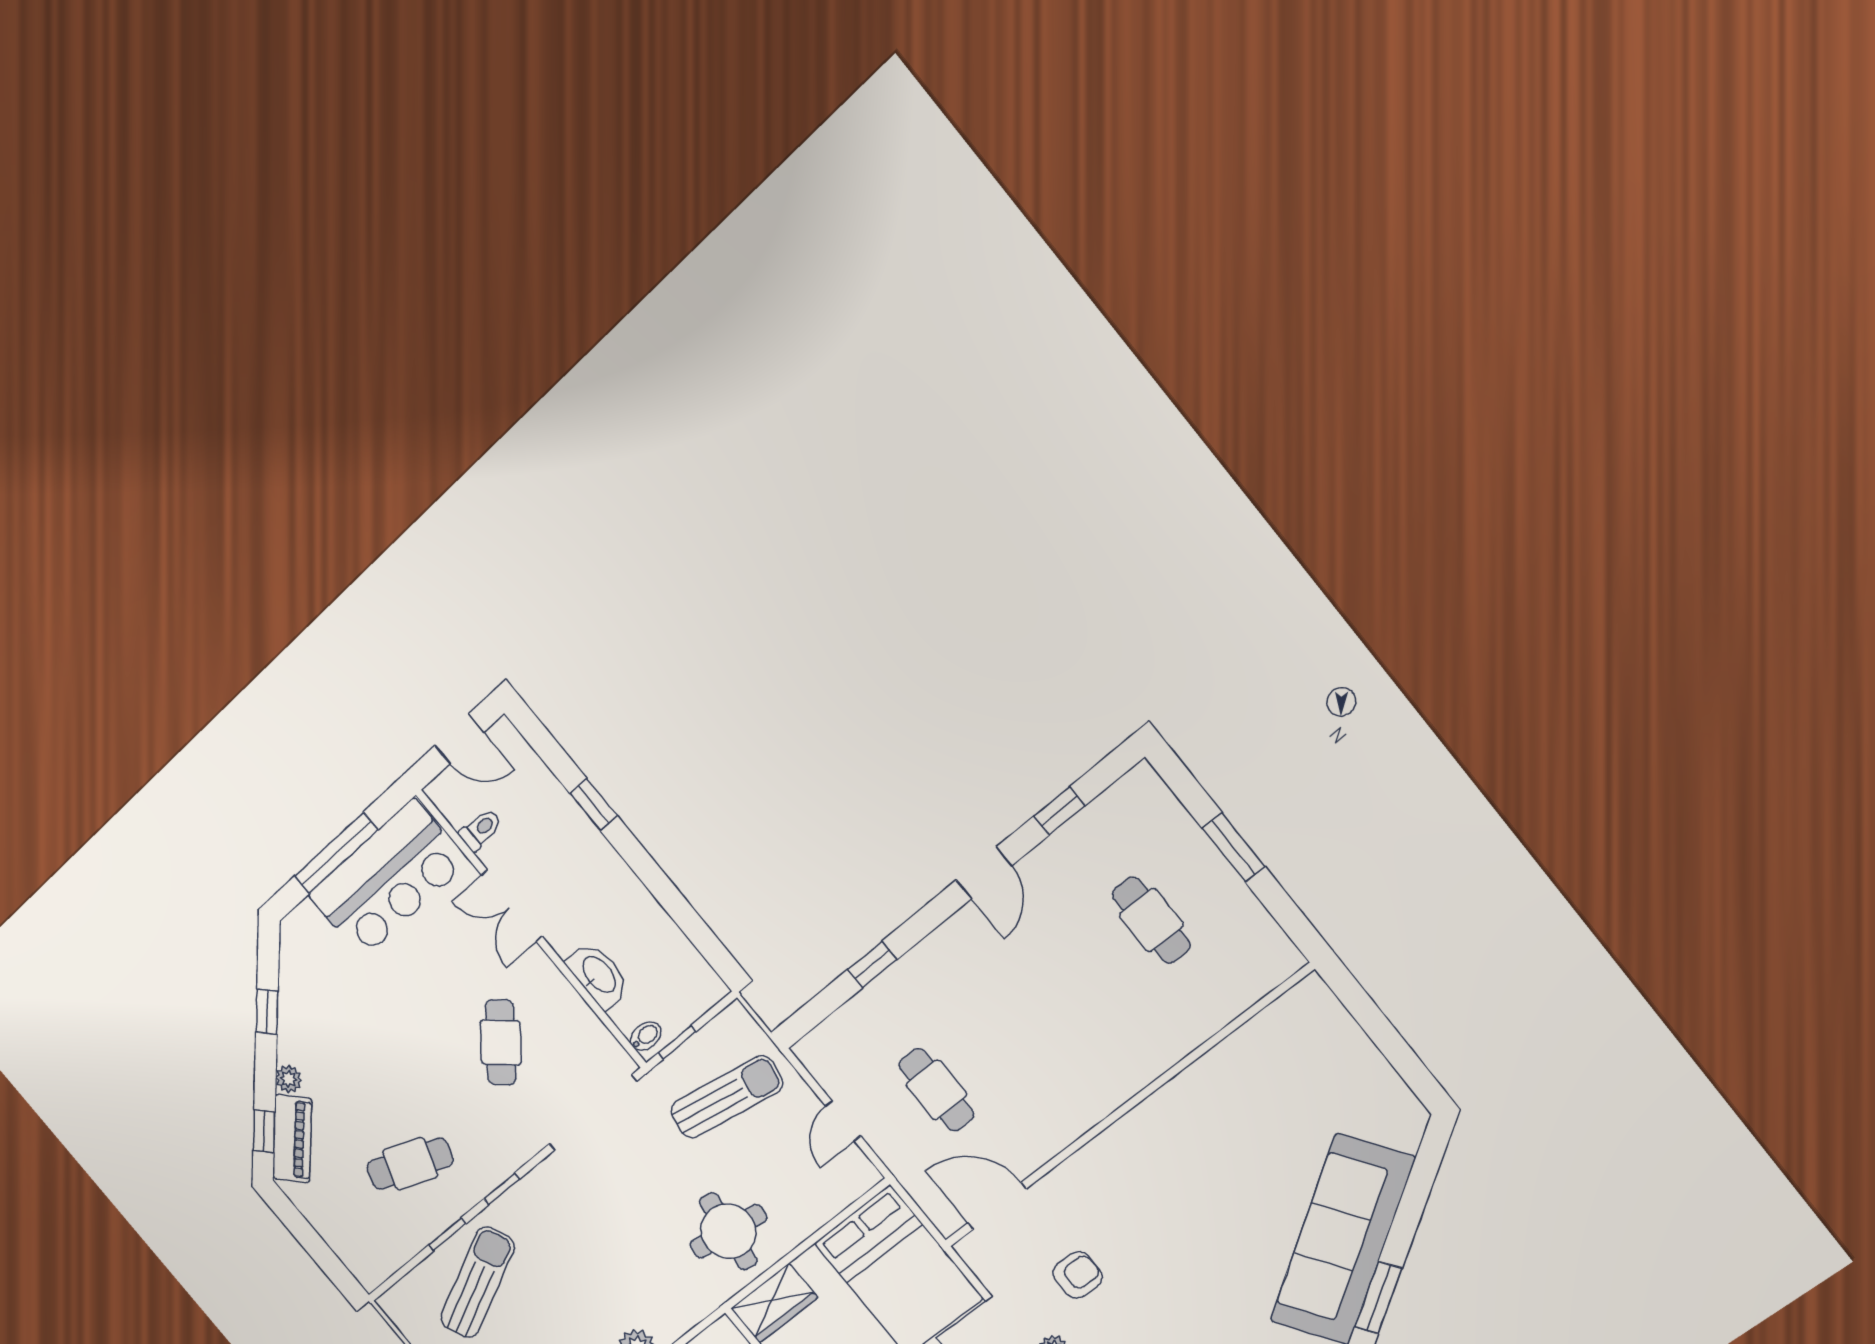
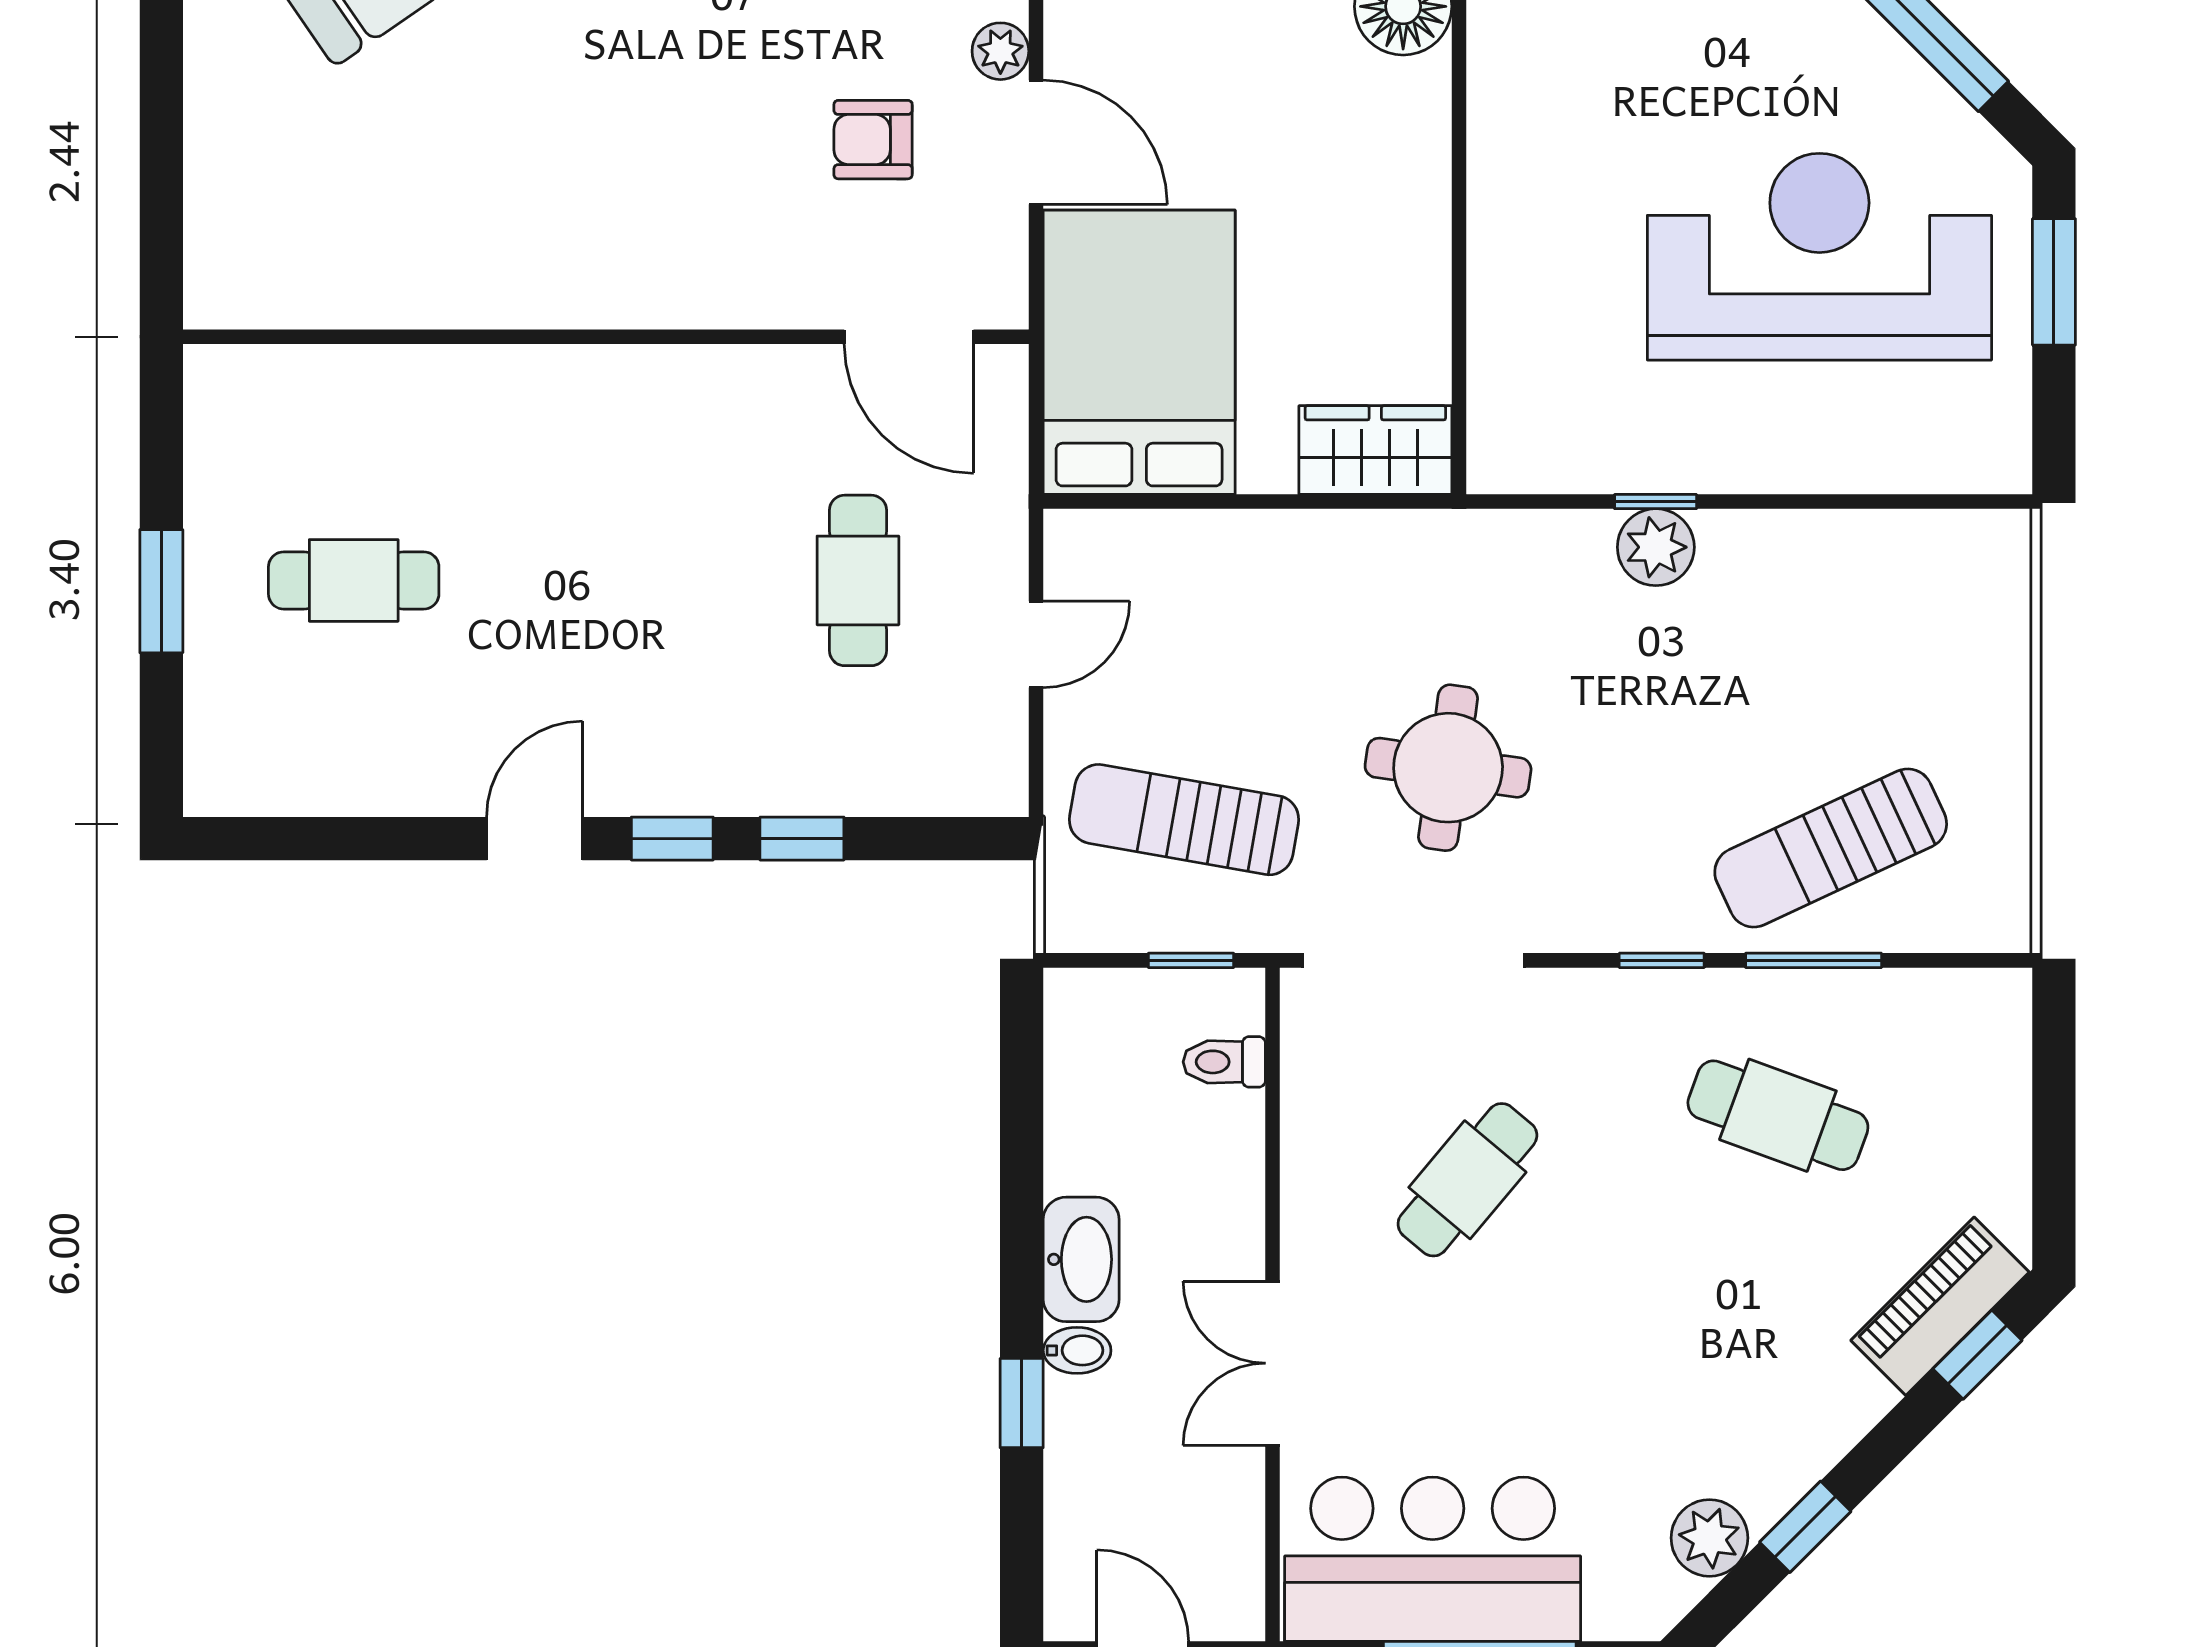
window: (1059, 811) -> (672, 839), moved
toilet: (480, 830) -> (1224, 1062), moved
double door: (512, 906) -> (1273, 1363), swing flipped
cafe table: (1151, 920) -> (354, 580), turned 90
washbasin: (598, 975) -> (1081, 1259), moved, turned 180
bidet: (646, 1036) -> (1077, 1350), moved, turned 180
plant: (289, 1079) -> (1709, 1538), moved, width x1.38, depth x1.38
round table: (728, 1231) -> (1448, 768), moved
window: (447, 1234) -> (1814, 960), width x1.50

